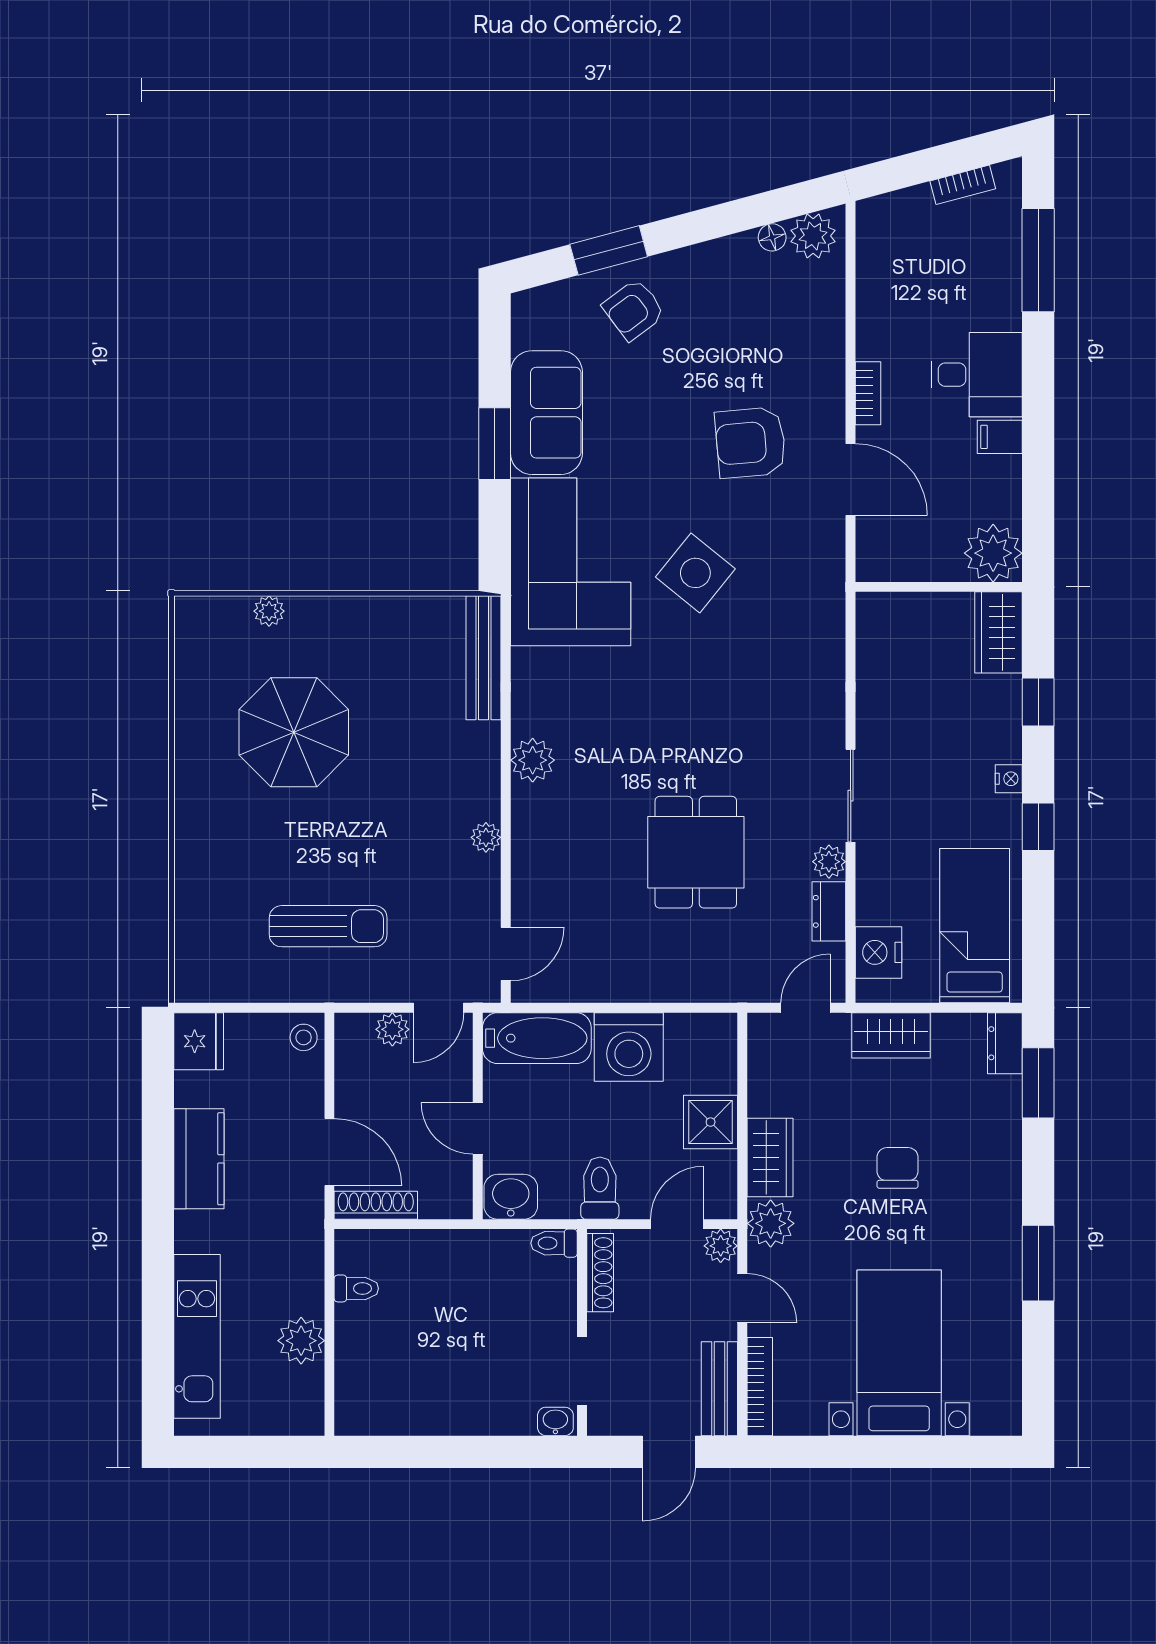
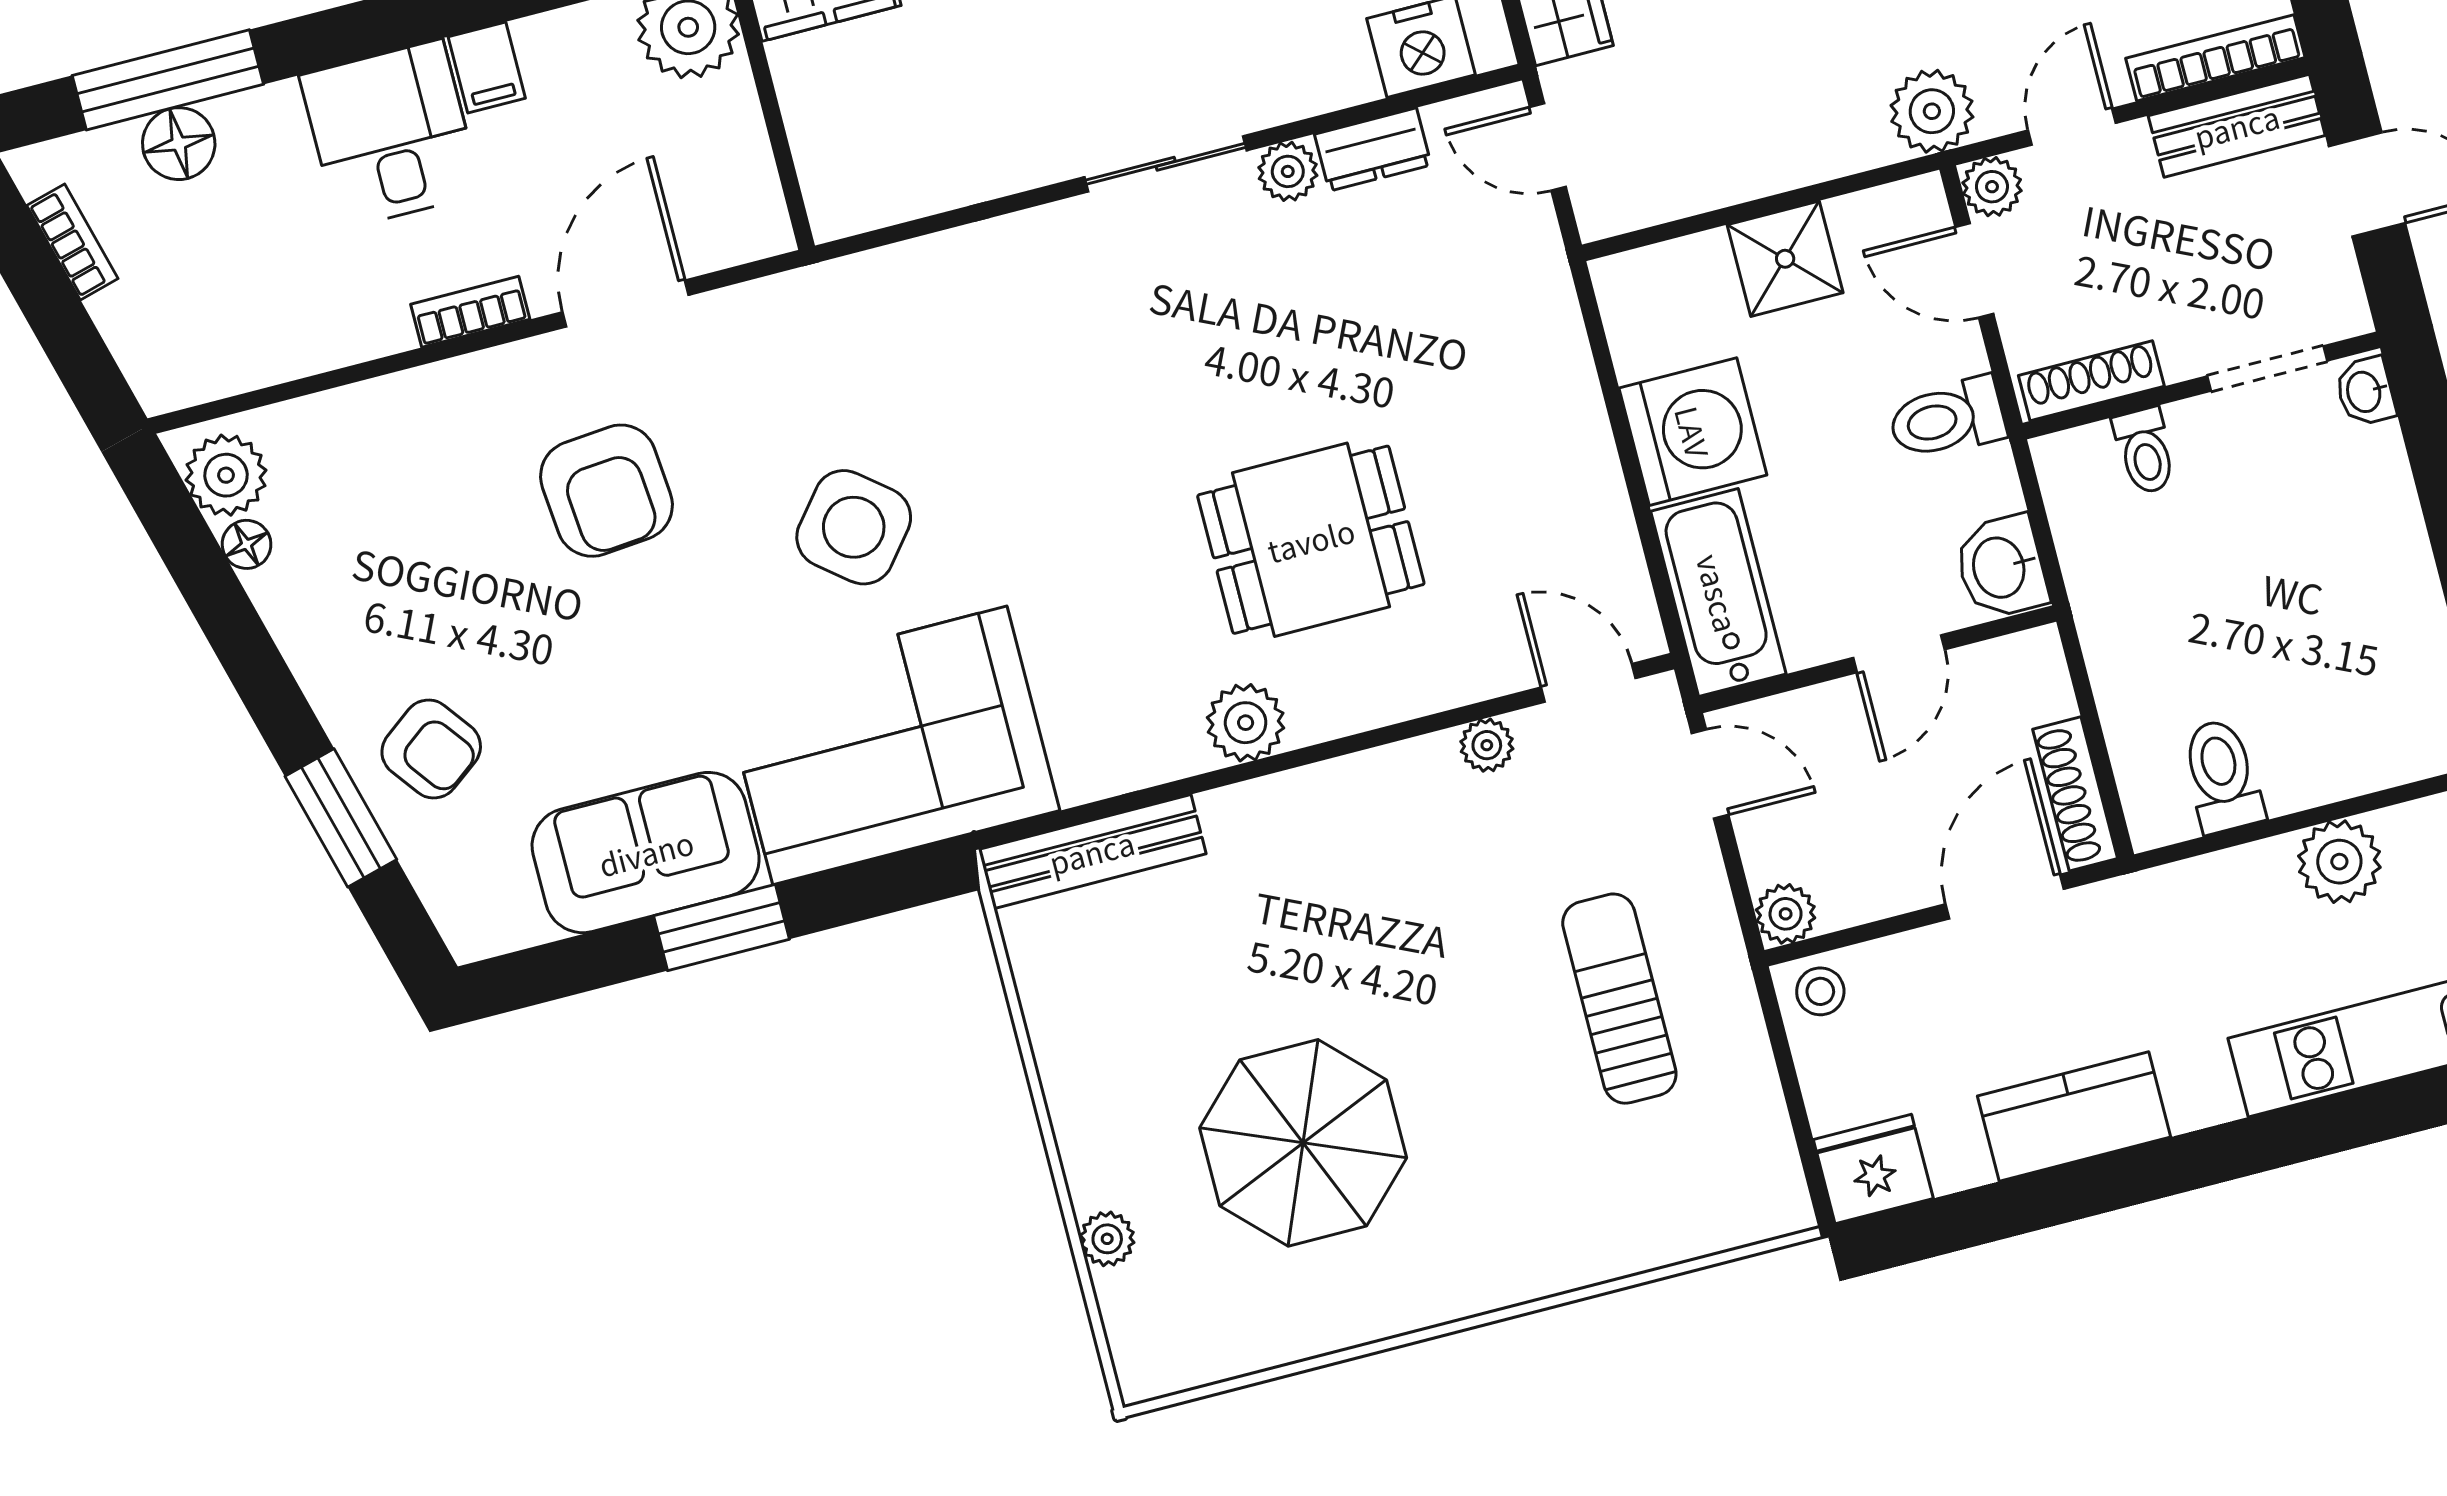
floor lamp: (1002, 257) -> (179, 144), added
plant: (486, 837) -> (1487, 745), moved
dining table: (696, 852) -> (1311, 540), moved
plant: (392, 1029) -> (1786, 914), moved
wardrobe: (770, 1157) -> (1819, 142), removed
toilet: (554, 1243) -> (2145, 451), moved
toilet: (356, 1288) -> (2222, 776), width x1.37, depth x1.39

